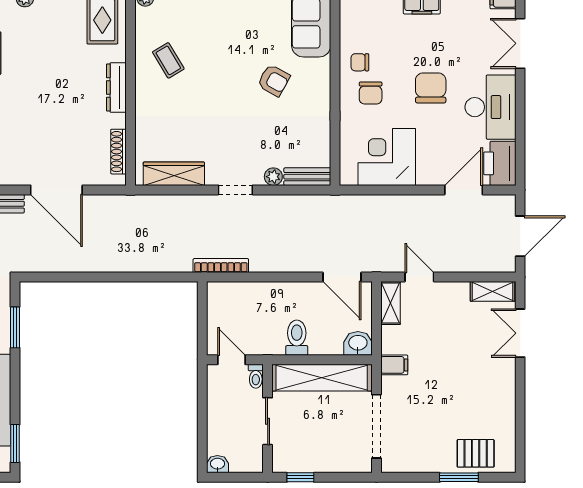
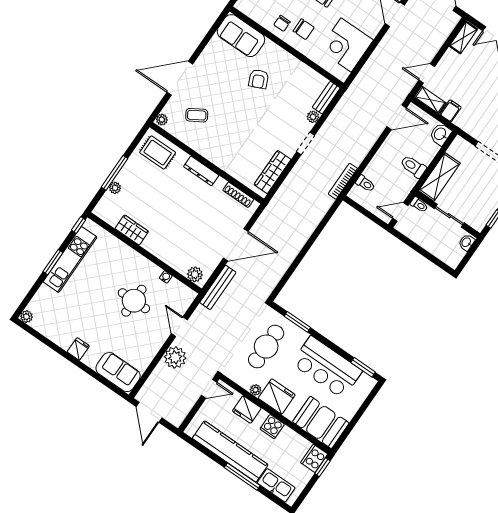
coffee table: (168, 60) -> (197, 115), moved
armchair: (274, 80) -> (259, 79), turned 127
toilet: (237, 295) -> (365, 184), added
filing cabinet: (394, 365) -> (451, 111), moved
shelving: (322, 378) -> (439, 177), width x0.68
washbasin: (217, 464) -> (466, 242), moved

